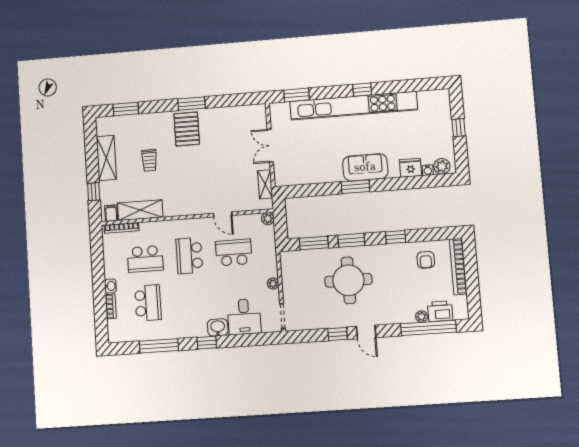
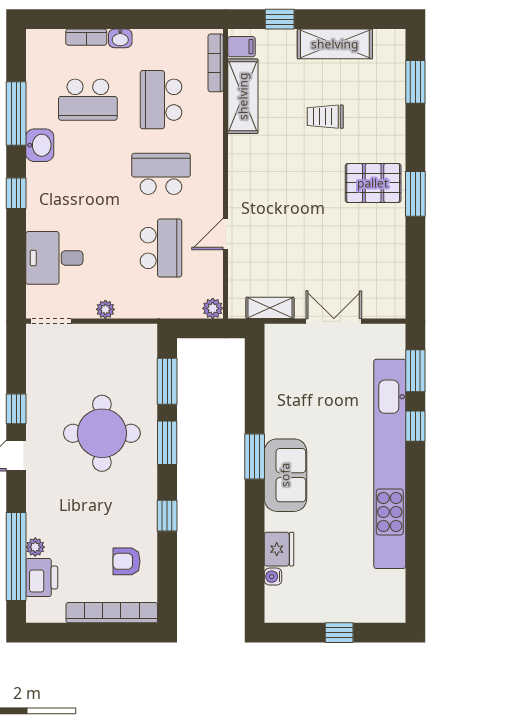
window: (362, 90) -> (415, 426), moved
plant: (442, 166) -> (277, 600), removed
washbasin: (218, 327) -> (40, 145), moved

